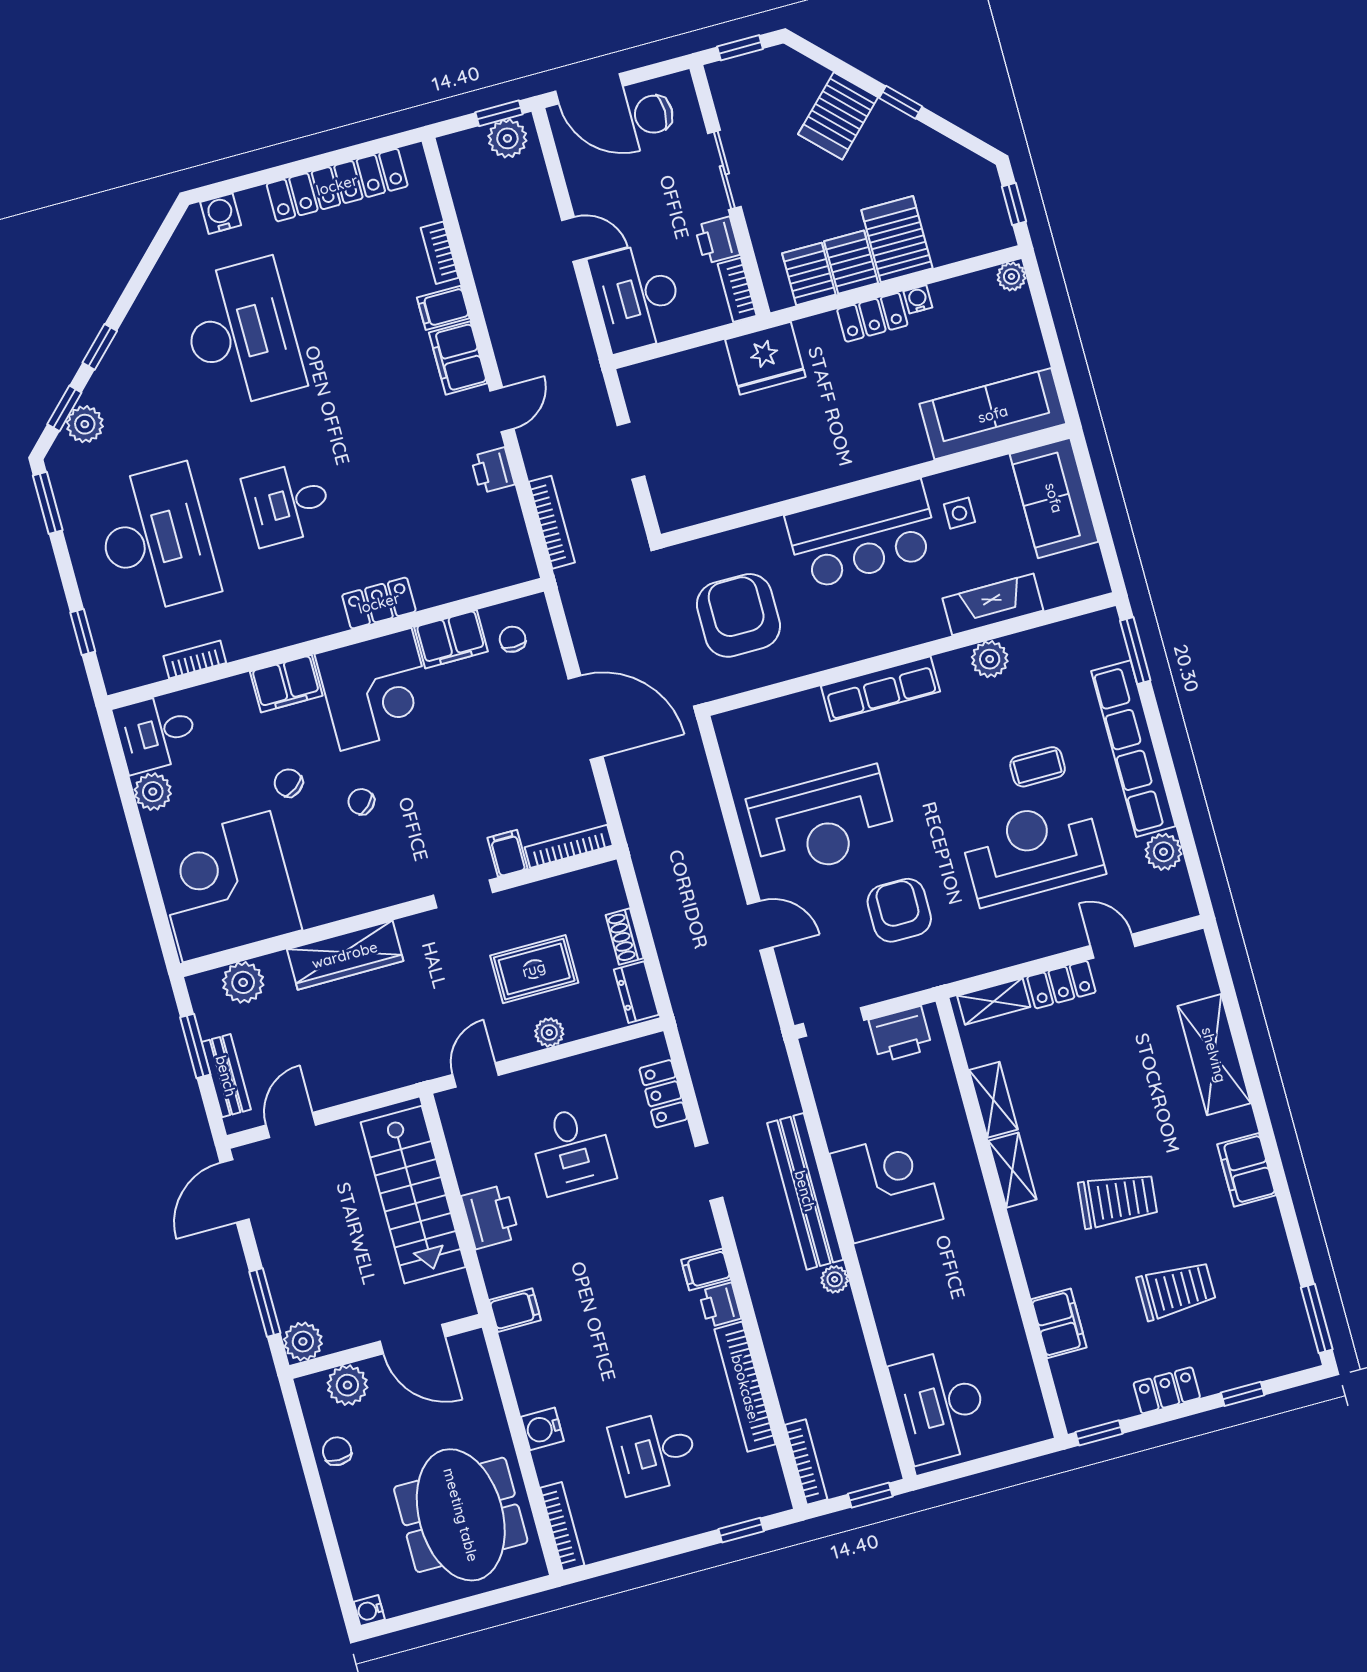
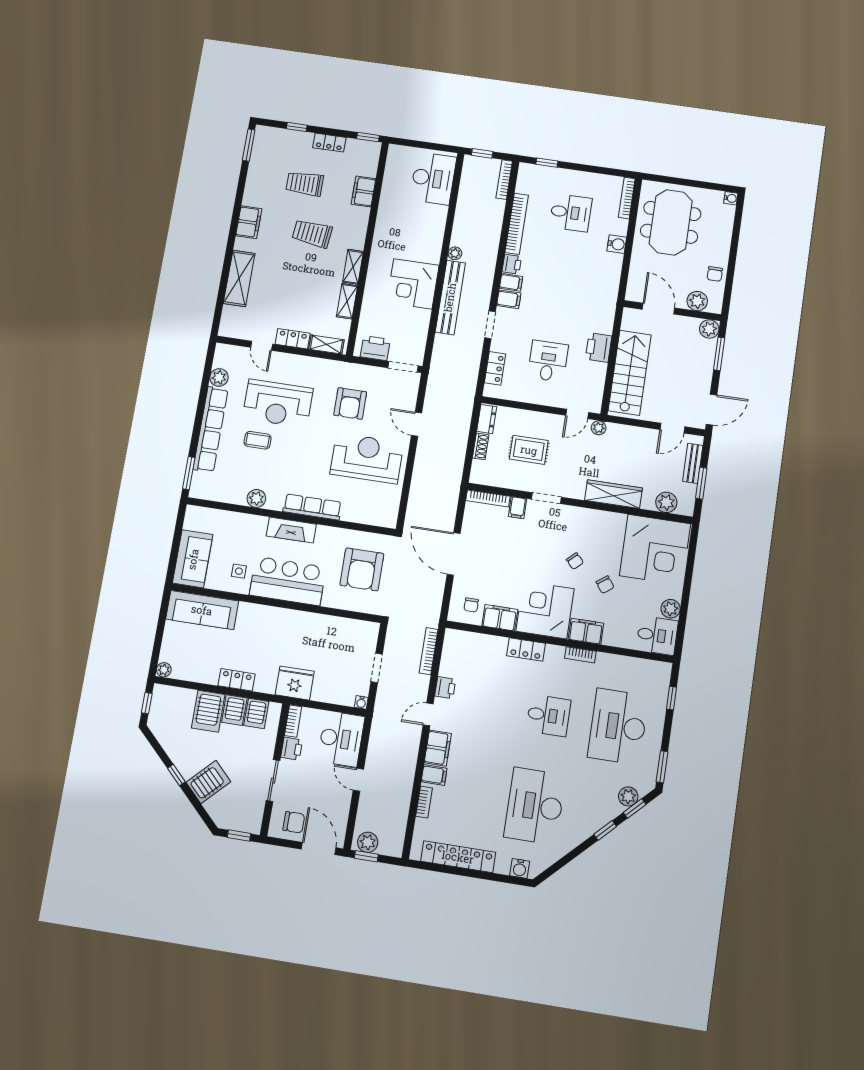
water cooler: (918, 299) -> (361, 702), moved
fireplace: (993, 604) -> (291, 530), moved
bookcase: (195, 659) -> (580, 655), moved
plant: (549, 1033) -> (599, 428), moved
filing cabinet: (515, 1310) -> (509, 299), moved, turned 180

